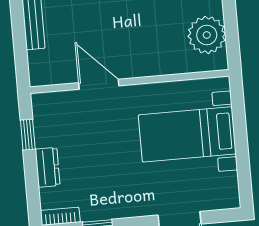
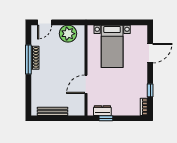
dresser: (48, 167) -> (102, 111), moved

